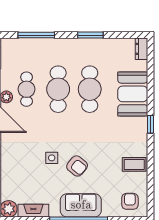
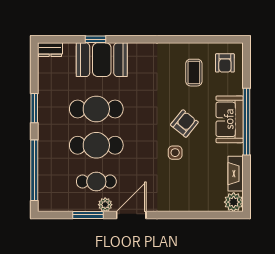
window: (36, 35) -> (34, 170), width x1.46
window: (150, 124) -> (96, 39), moved
coffee table: (134, 164) -> (194, 73), moved
armchair: (130, 201) -> (225, 63), turned -90

